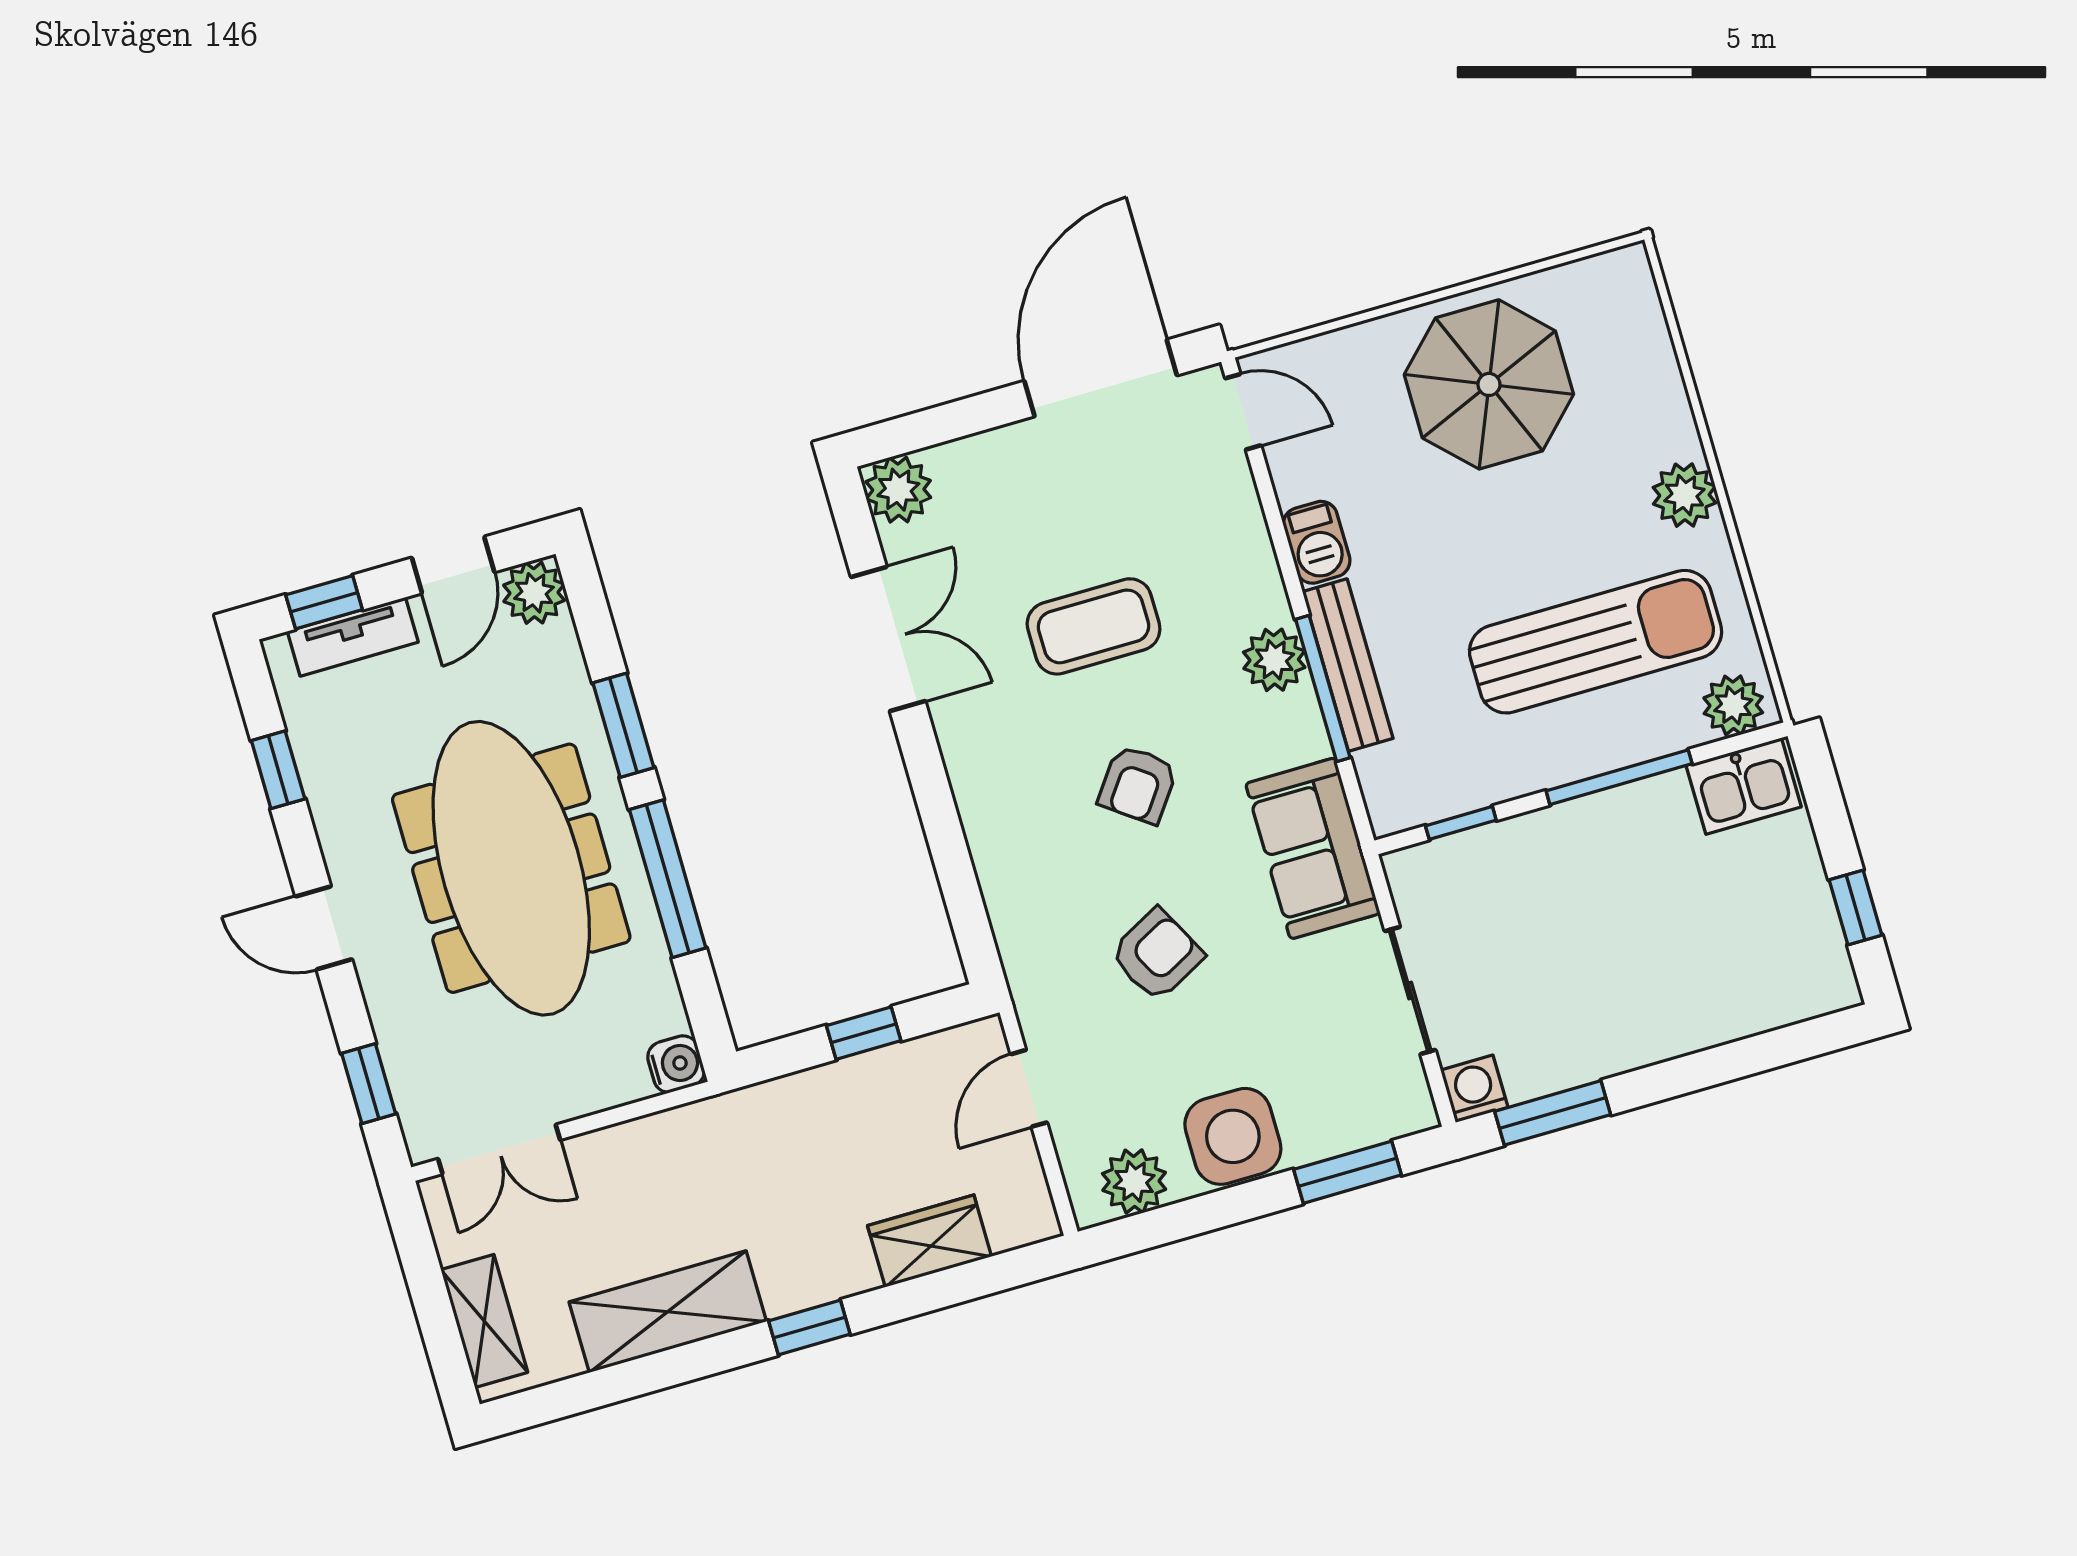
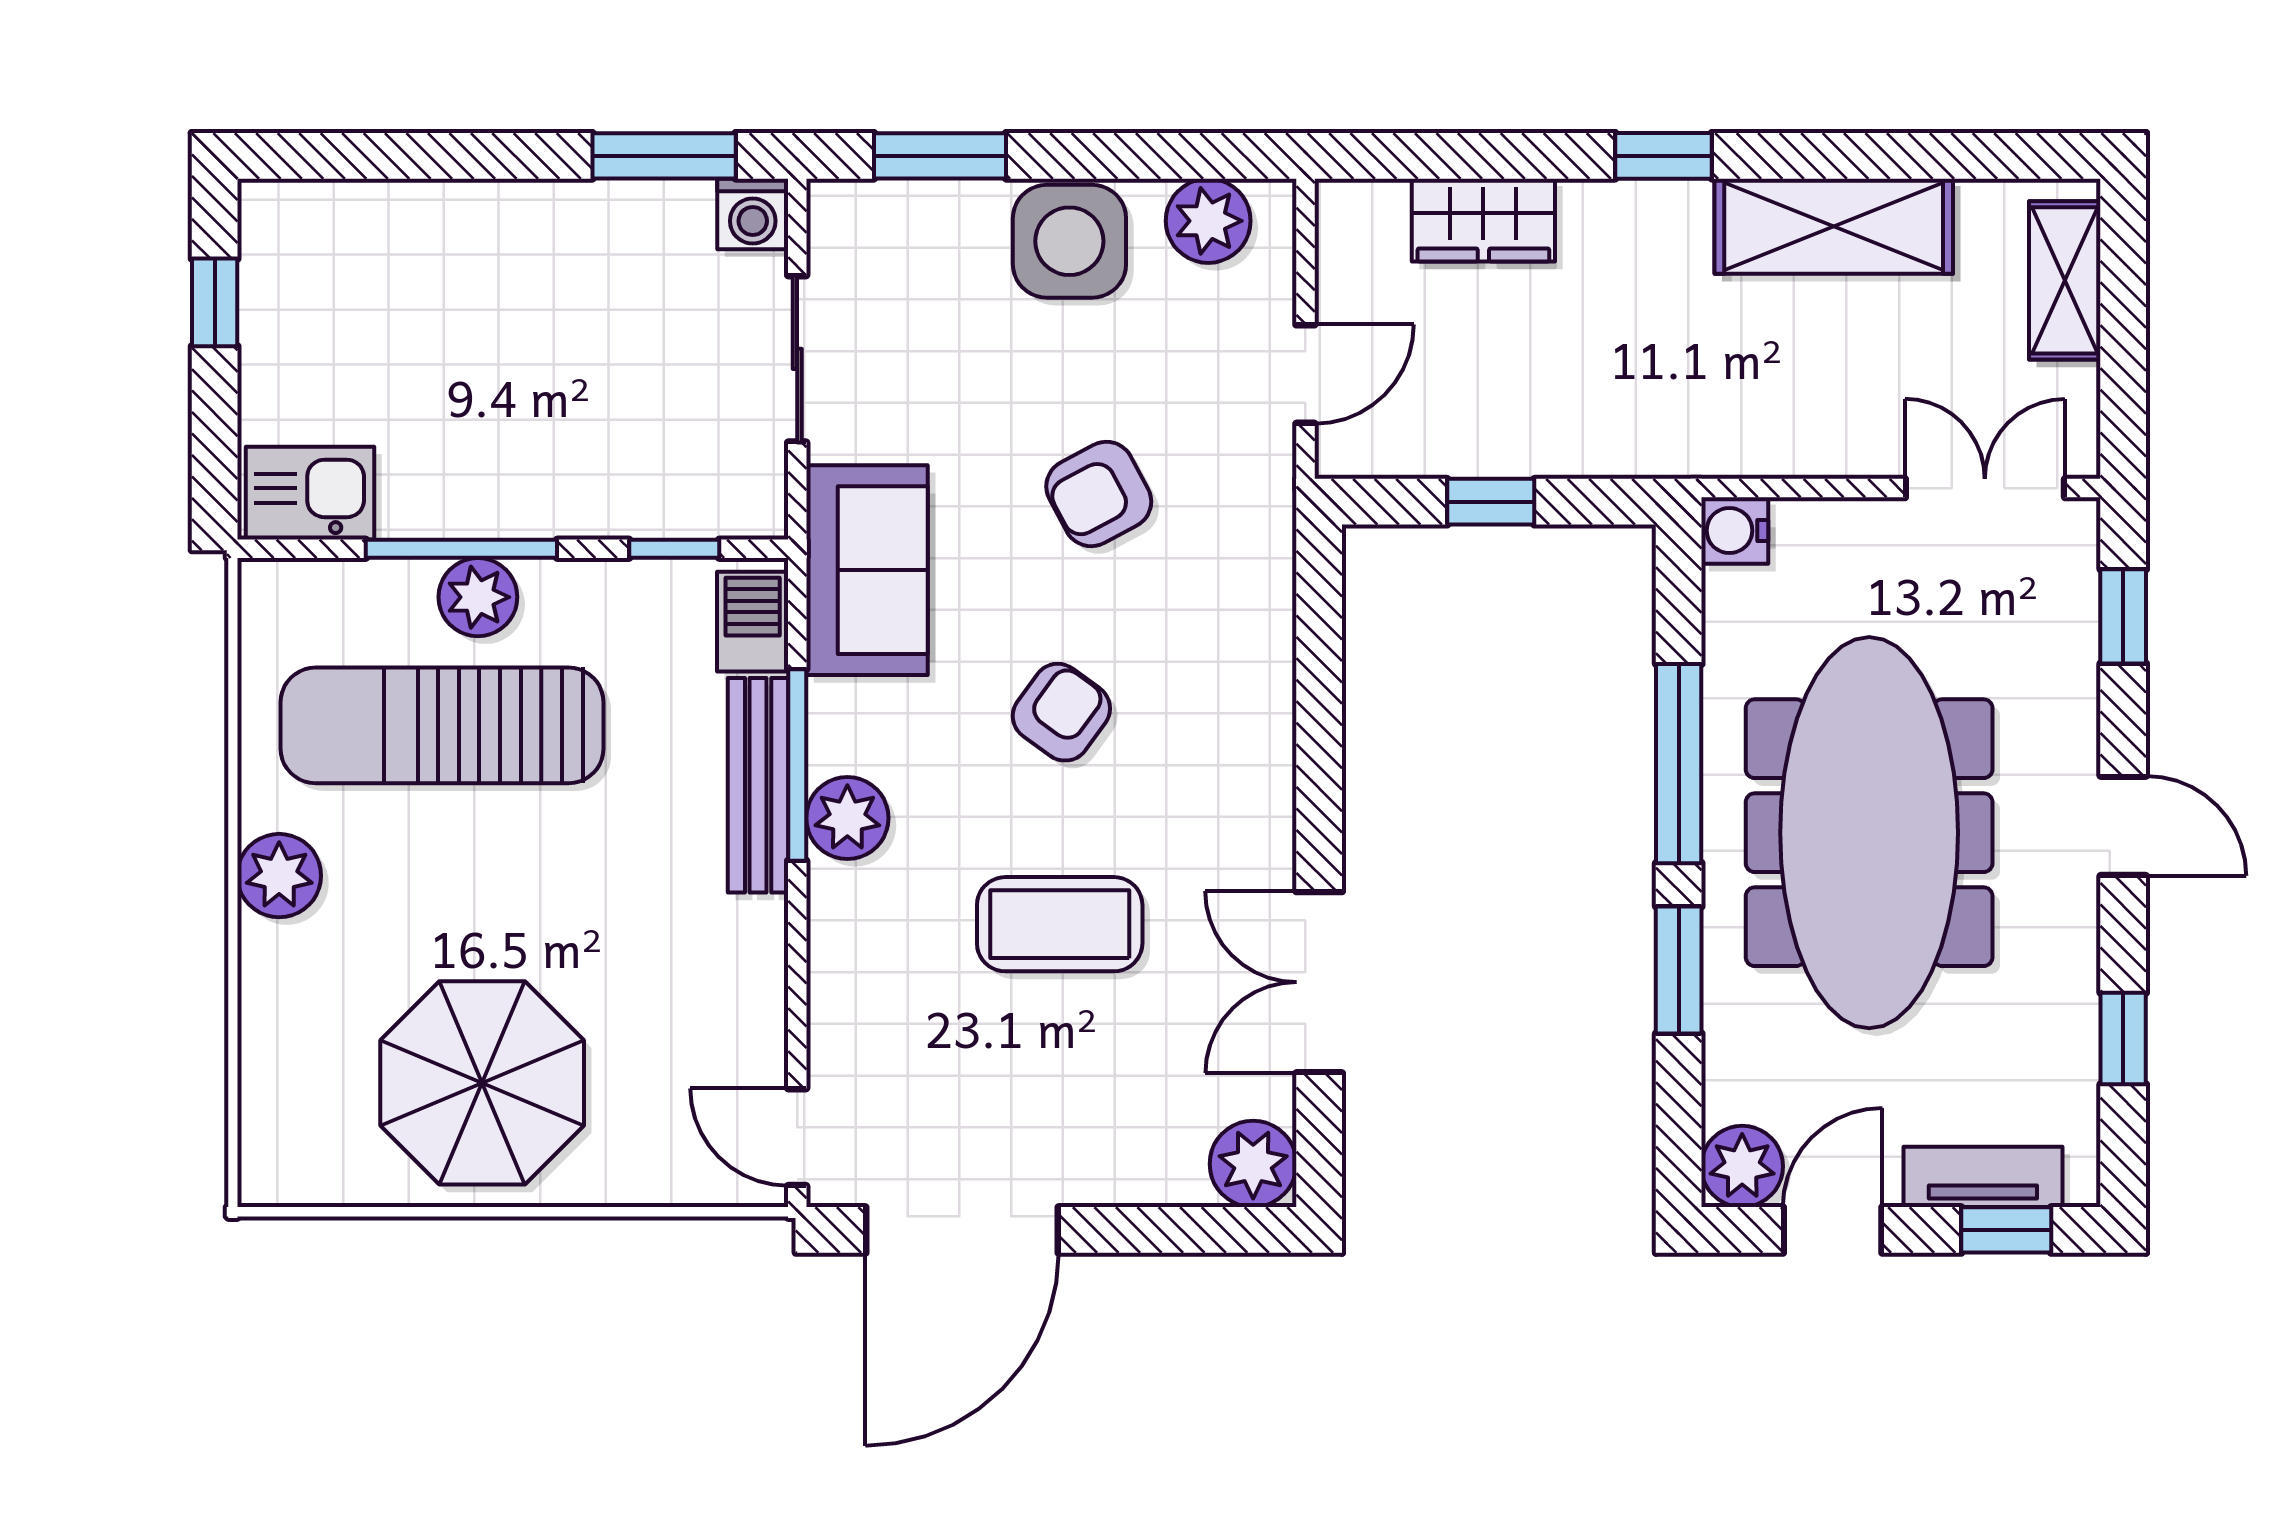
barbecue: (1317, 542) -> (753, 622), moved
plant: (1733, 705) -> (478, 597), moved

